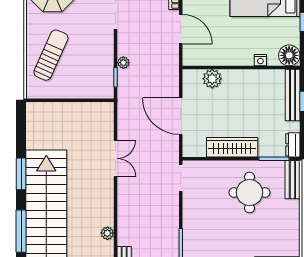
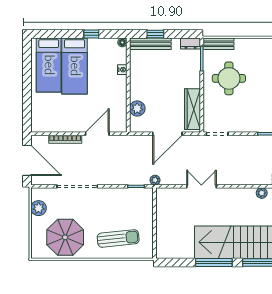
sun lounger: (51, 55) -> (118, 238), turned 150
floor lamp: (289, 55) -> (122, 42), width x0.53, depth x0.53
plant: (123, 63) -> (155, 180), moved
wardrobe: (232, 147) -> (193, 109), moved
window: (21, 174) -> (214, 263), width x1.44

